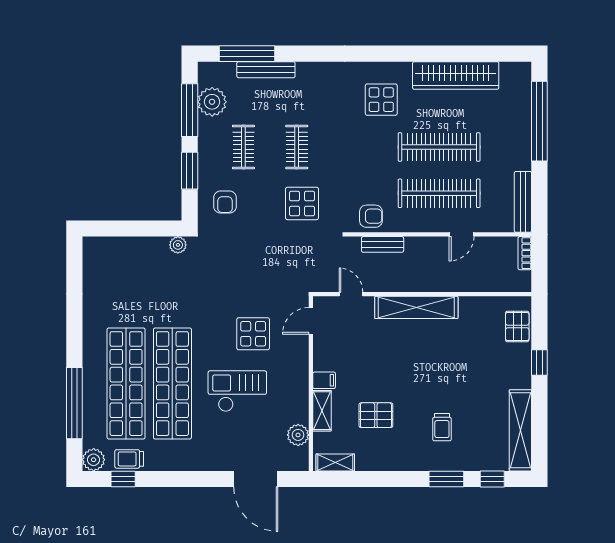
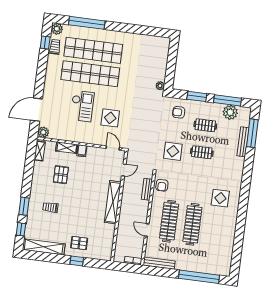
wardrobe: (456, 75) -> (228, 237), removed
pallet: (517, 326) -> (79, 243), moved
plant: (298, 435) -> (43, 132), moved

